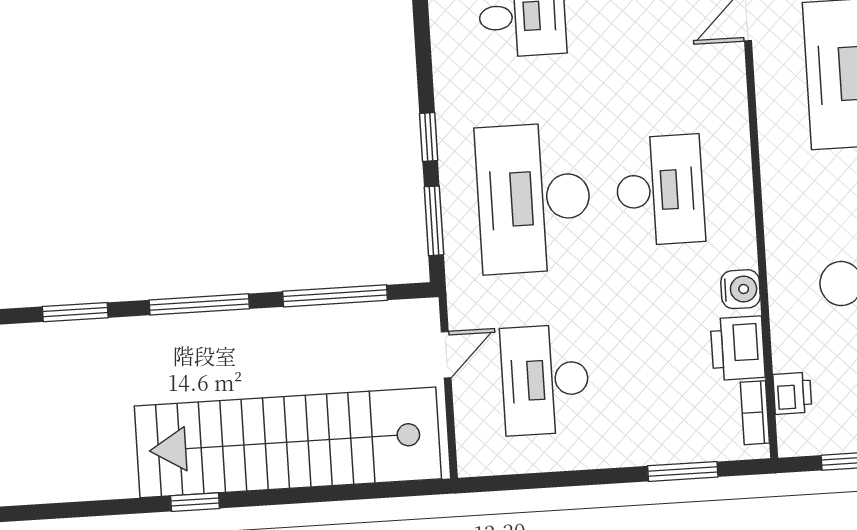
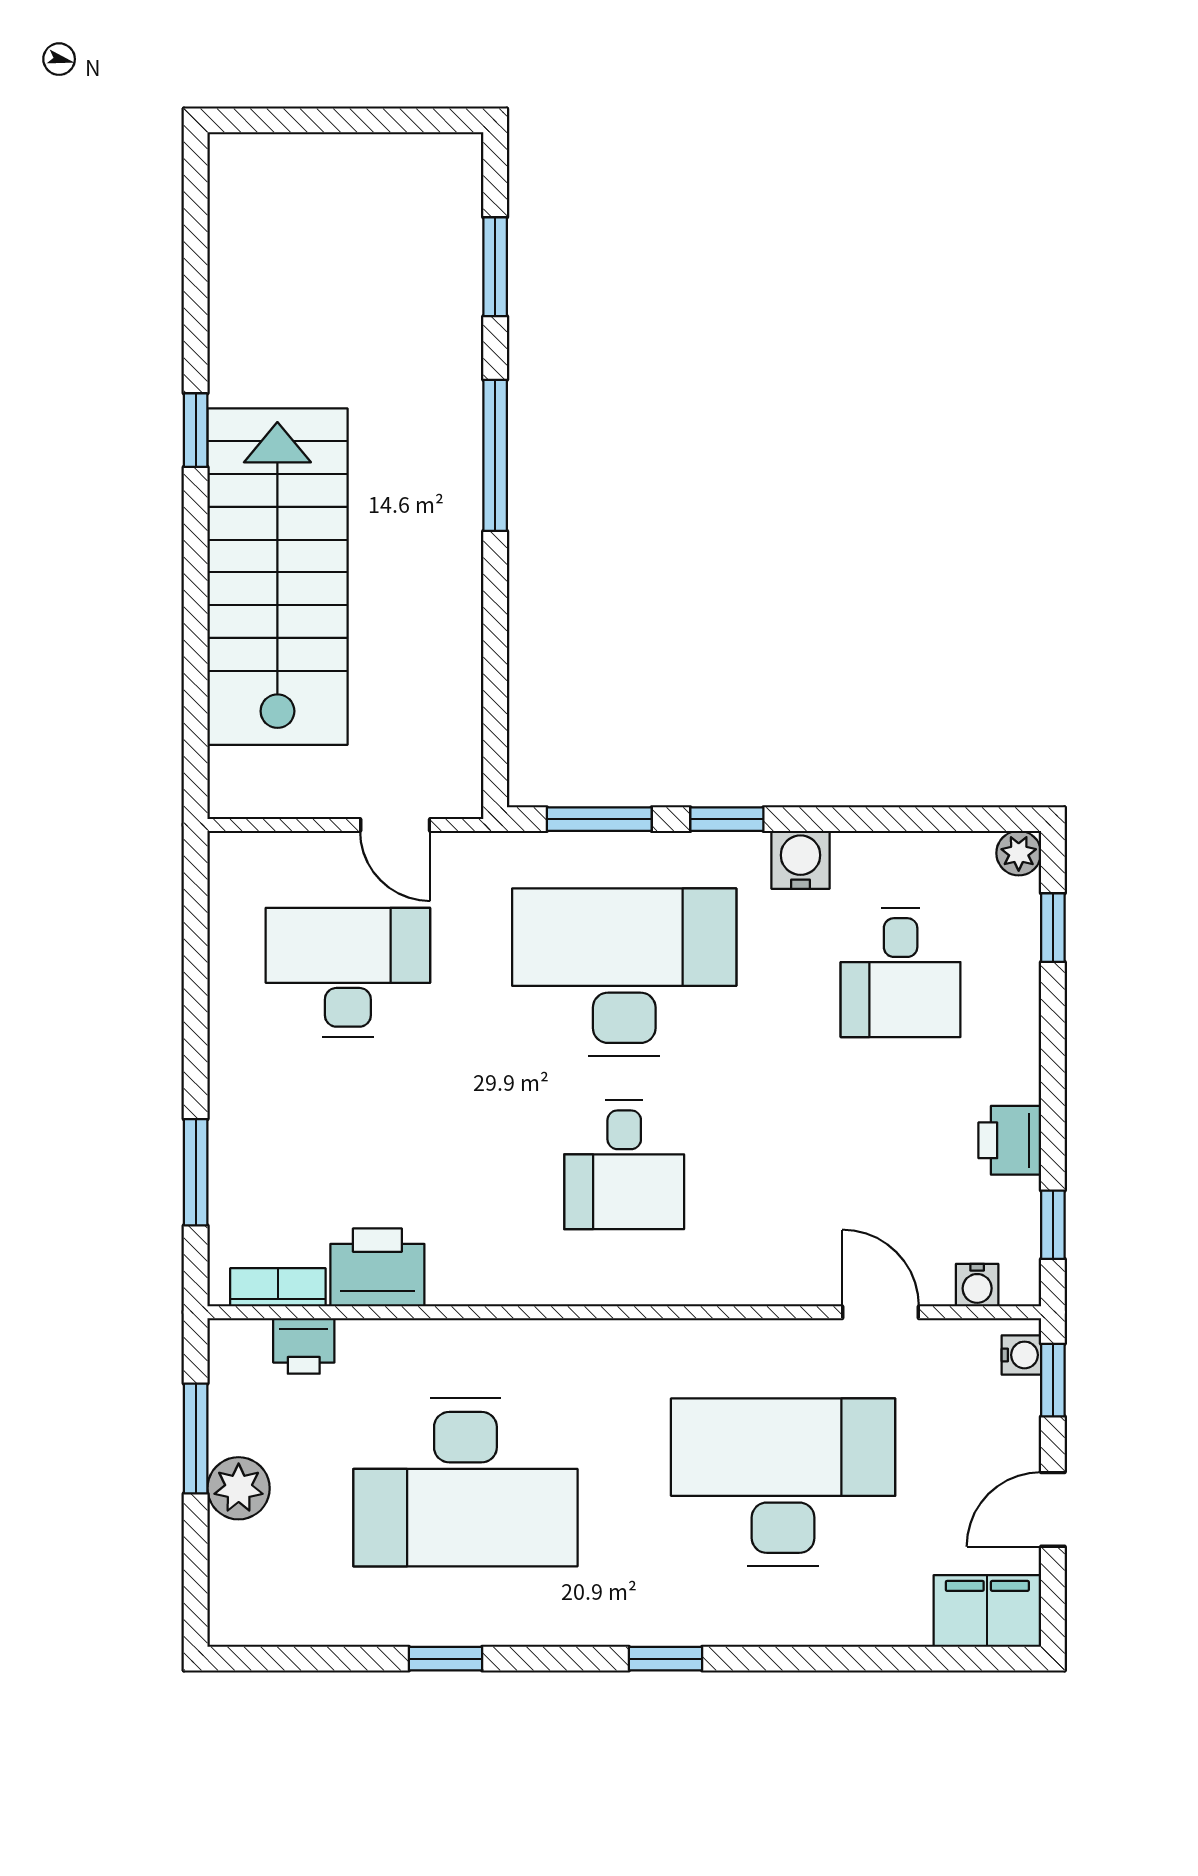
desk: (660, 190) -> (624, 1165), width x0.73
water cooler: (741, 289) -> (800, 860), moved, turned 180
window: (335, 296) -> (495, 662), removed
stairs: (288, 442) -> (277, 577), width x0.73

